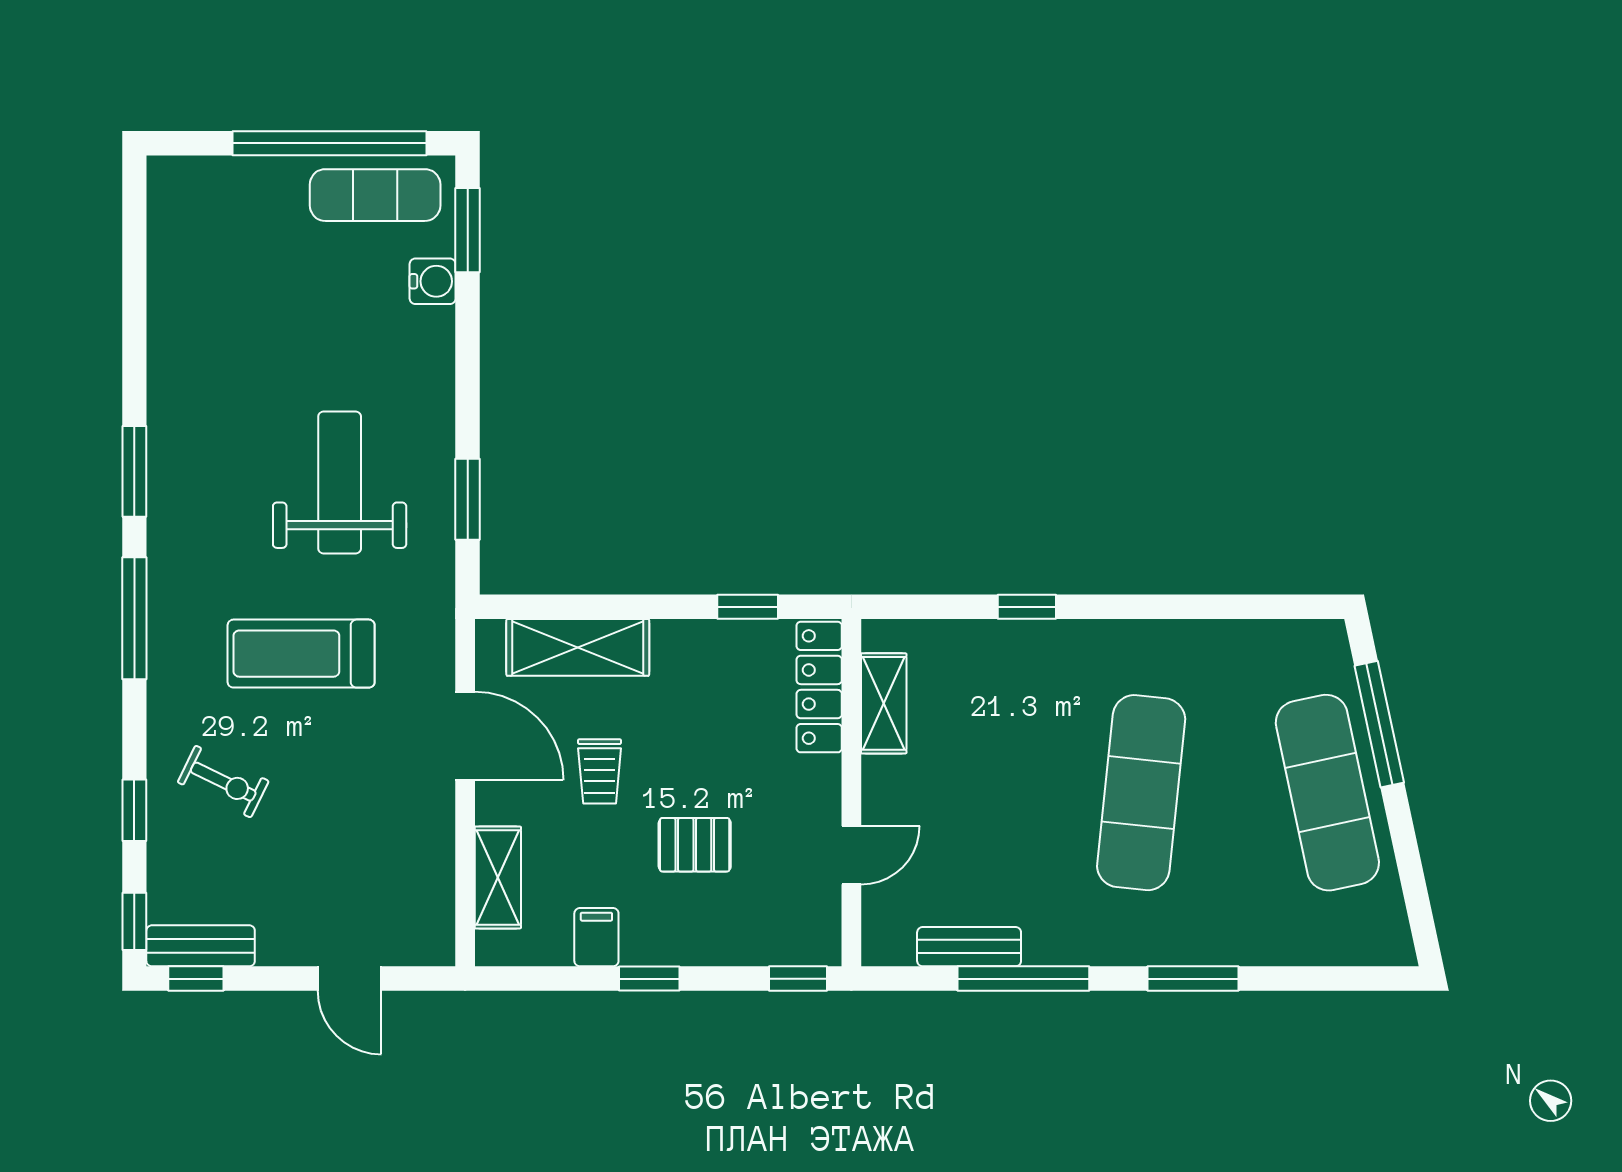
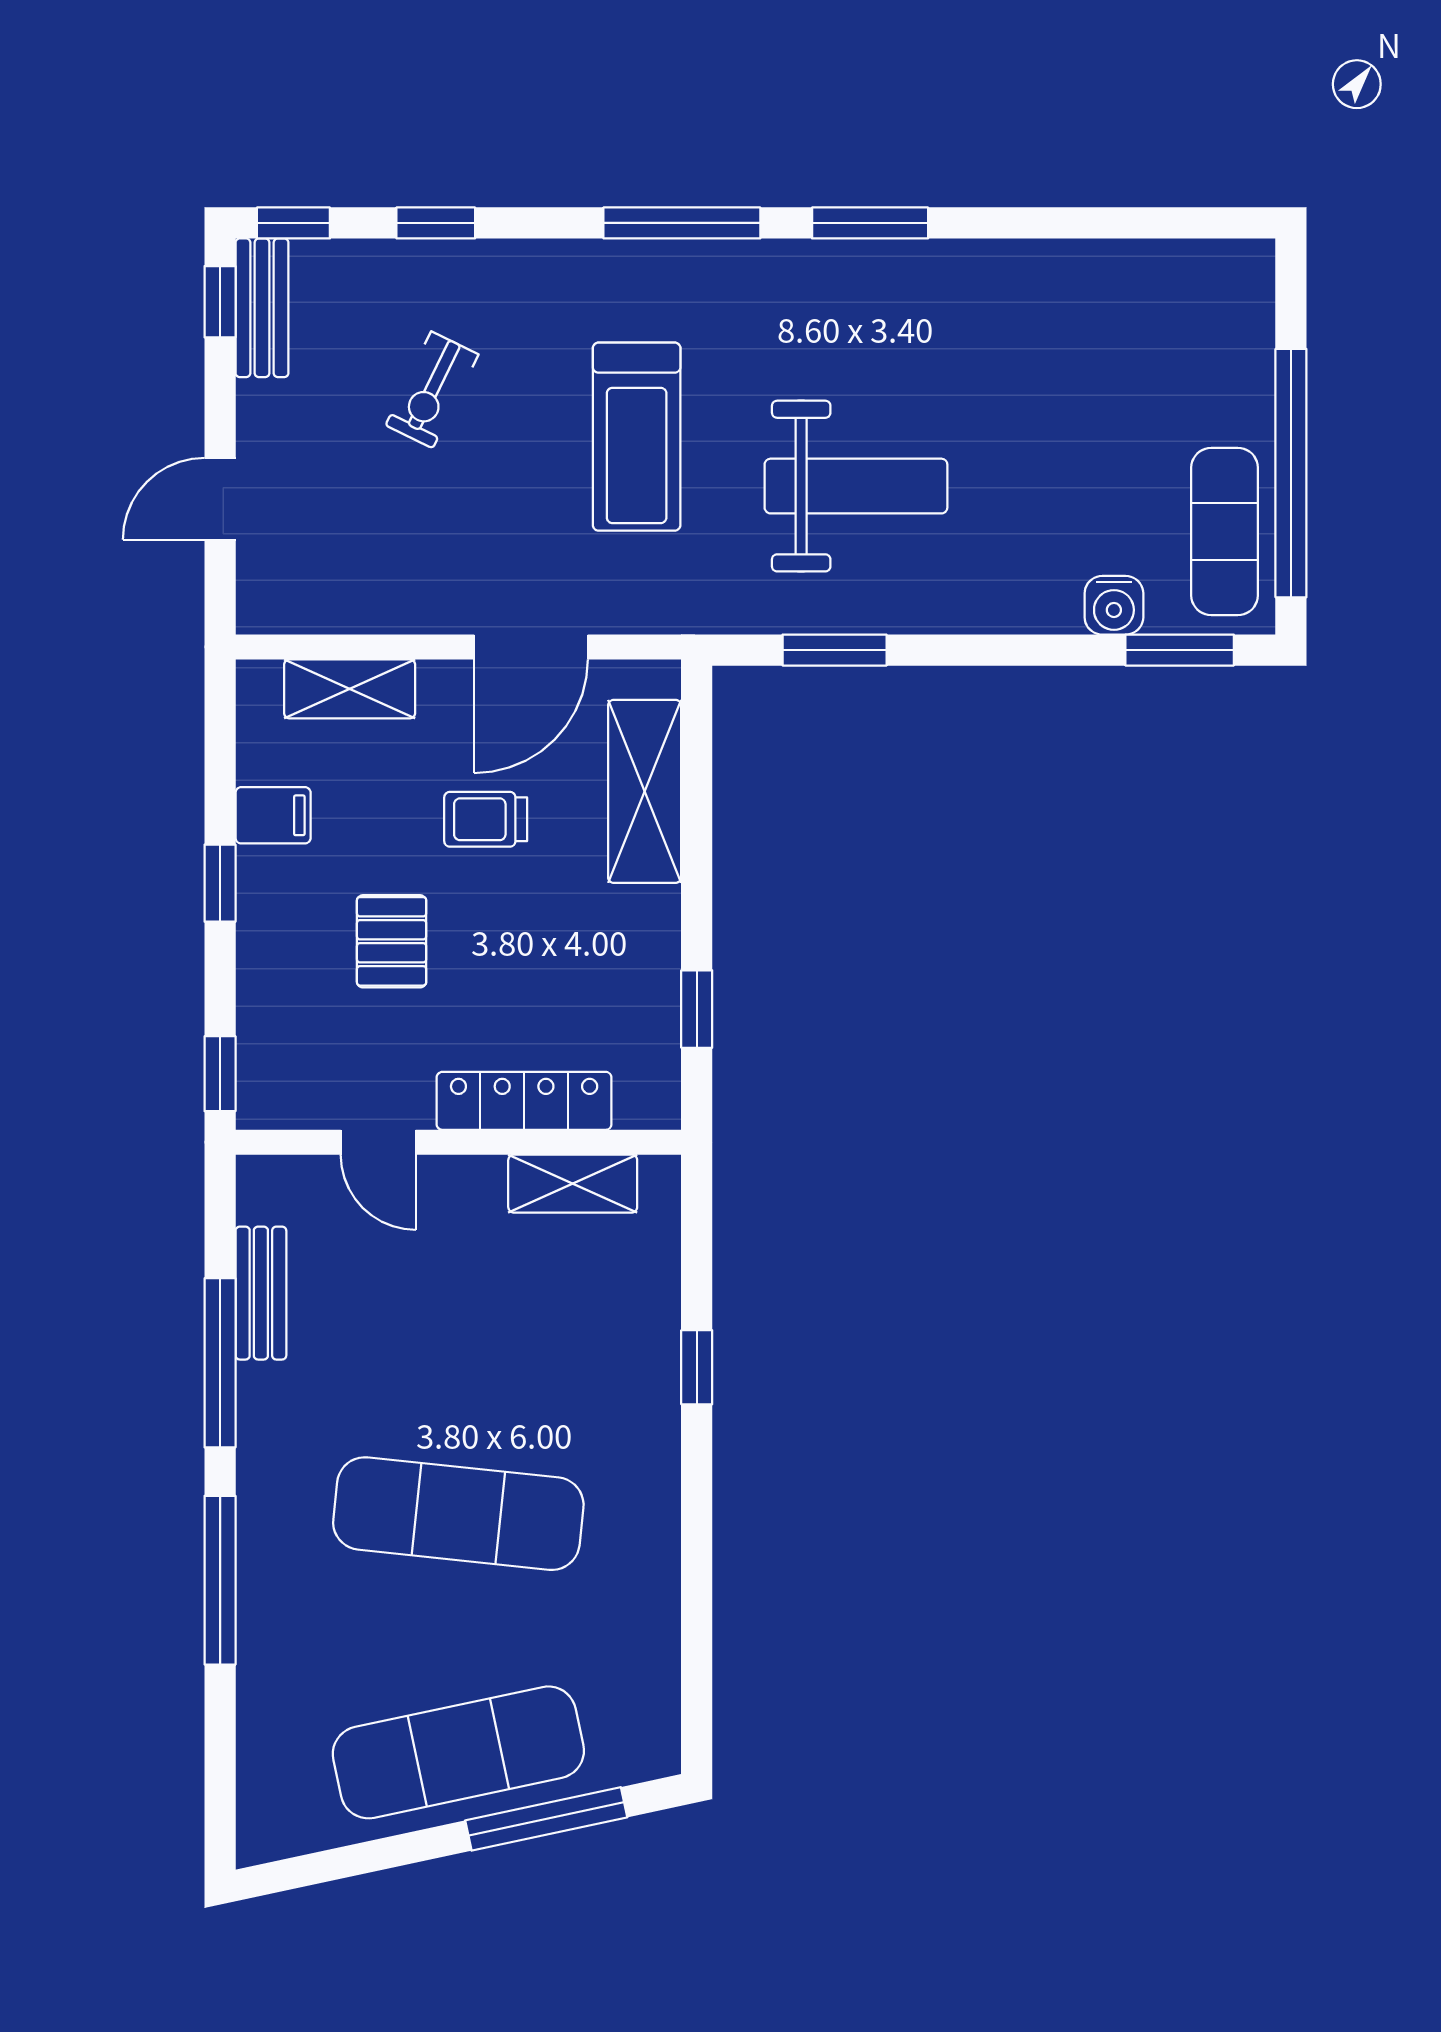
treadmill: (301, 654) -> (637, 437), turned 180
locker: (819, 687) -> (524, 1101), moved
exercise bike: (223, 782) -> (432, 390), moved
window: (1193, 979) -> (220, 1580), width x1.44

